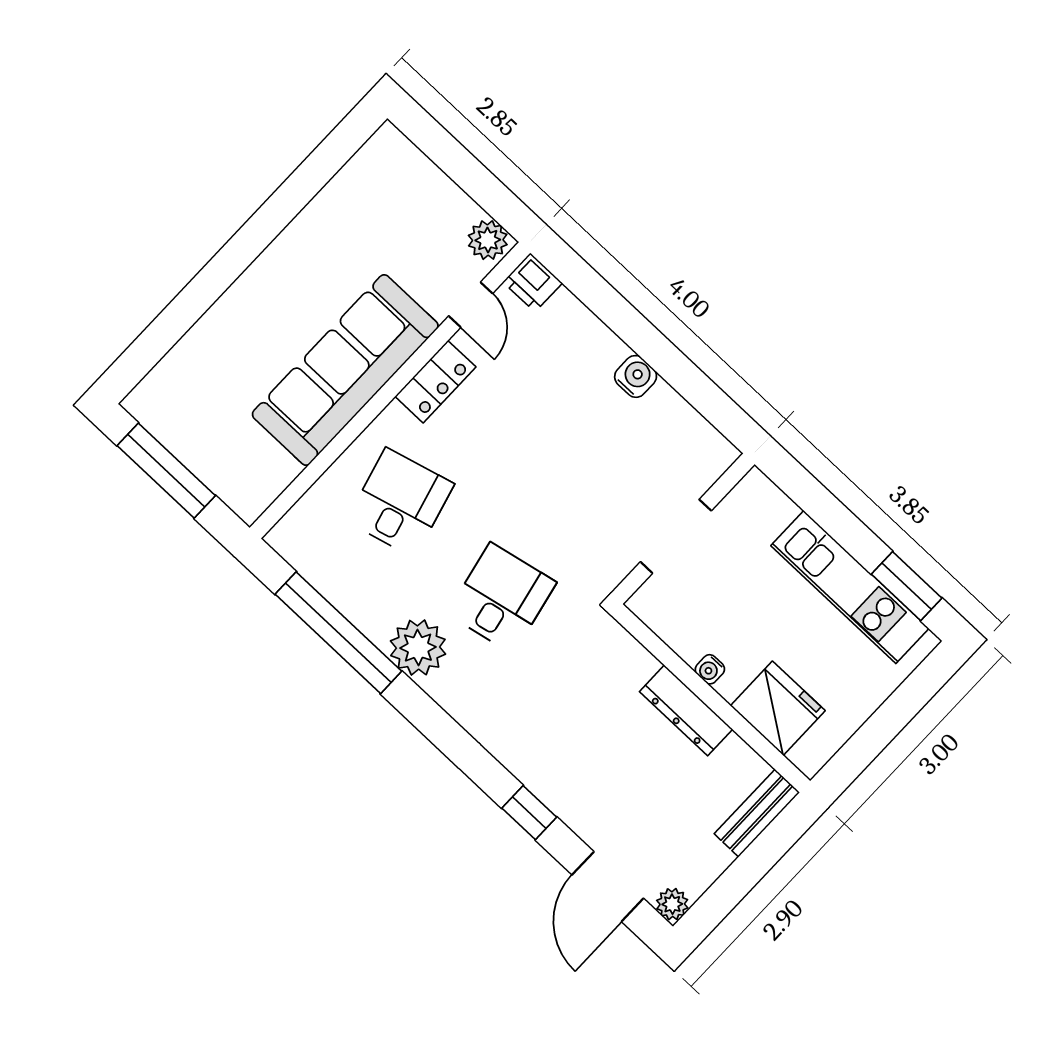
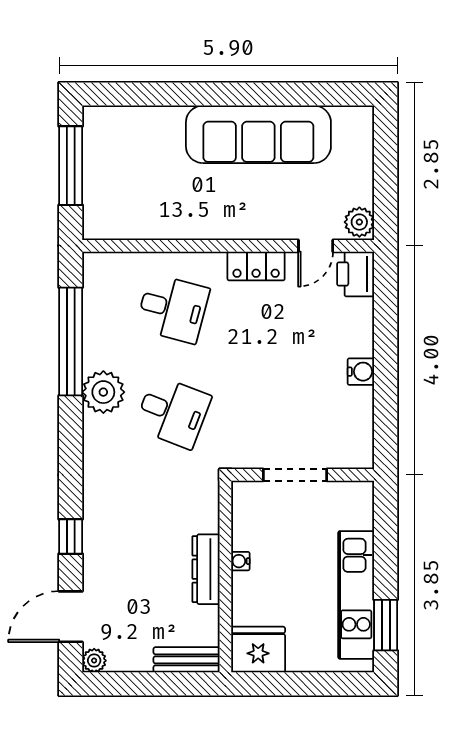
printer: (533, 282) -> (356, 274), width x1.36, depth x1.24
sofa: (345, 370) -> (258, 134), moved, turned 180
desk: (400, 503) -> (173, 309), turned 30
desk: (502, 598) -> (173, 412), turned 33
fridge: (778, 708) -> (258, 650), moved, turned -90

